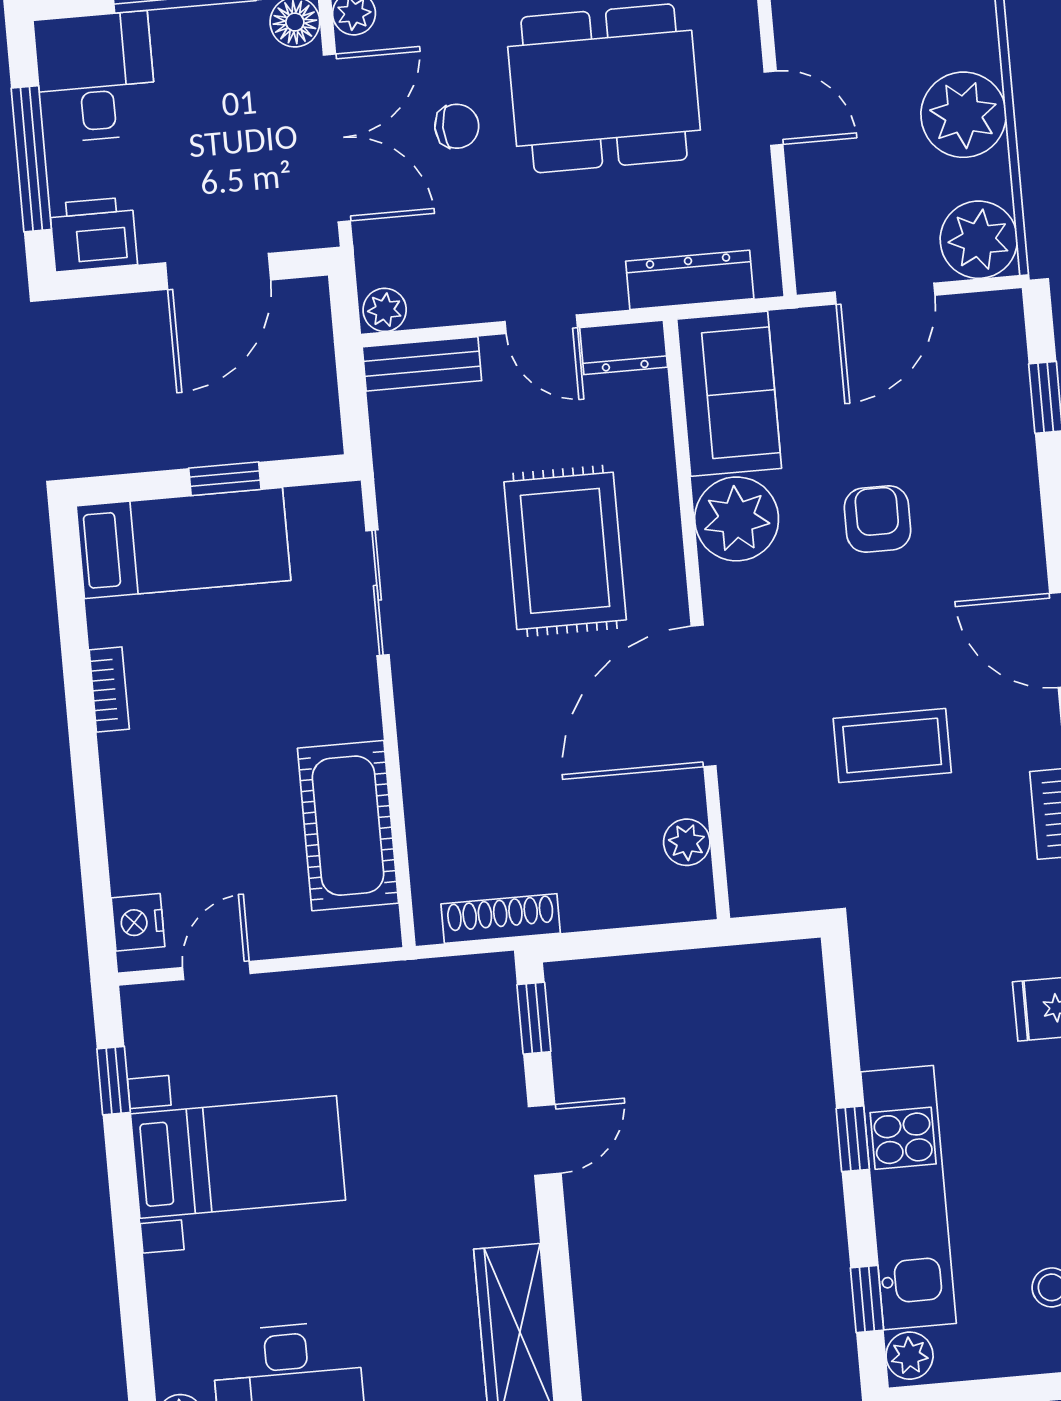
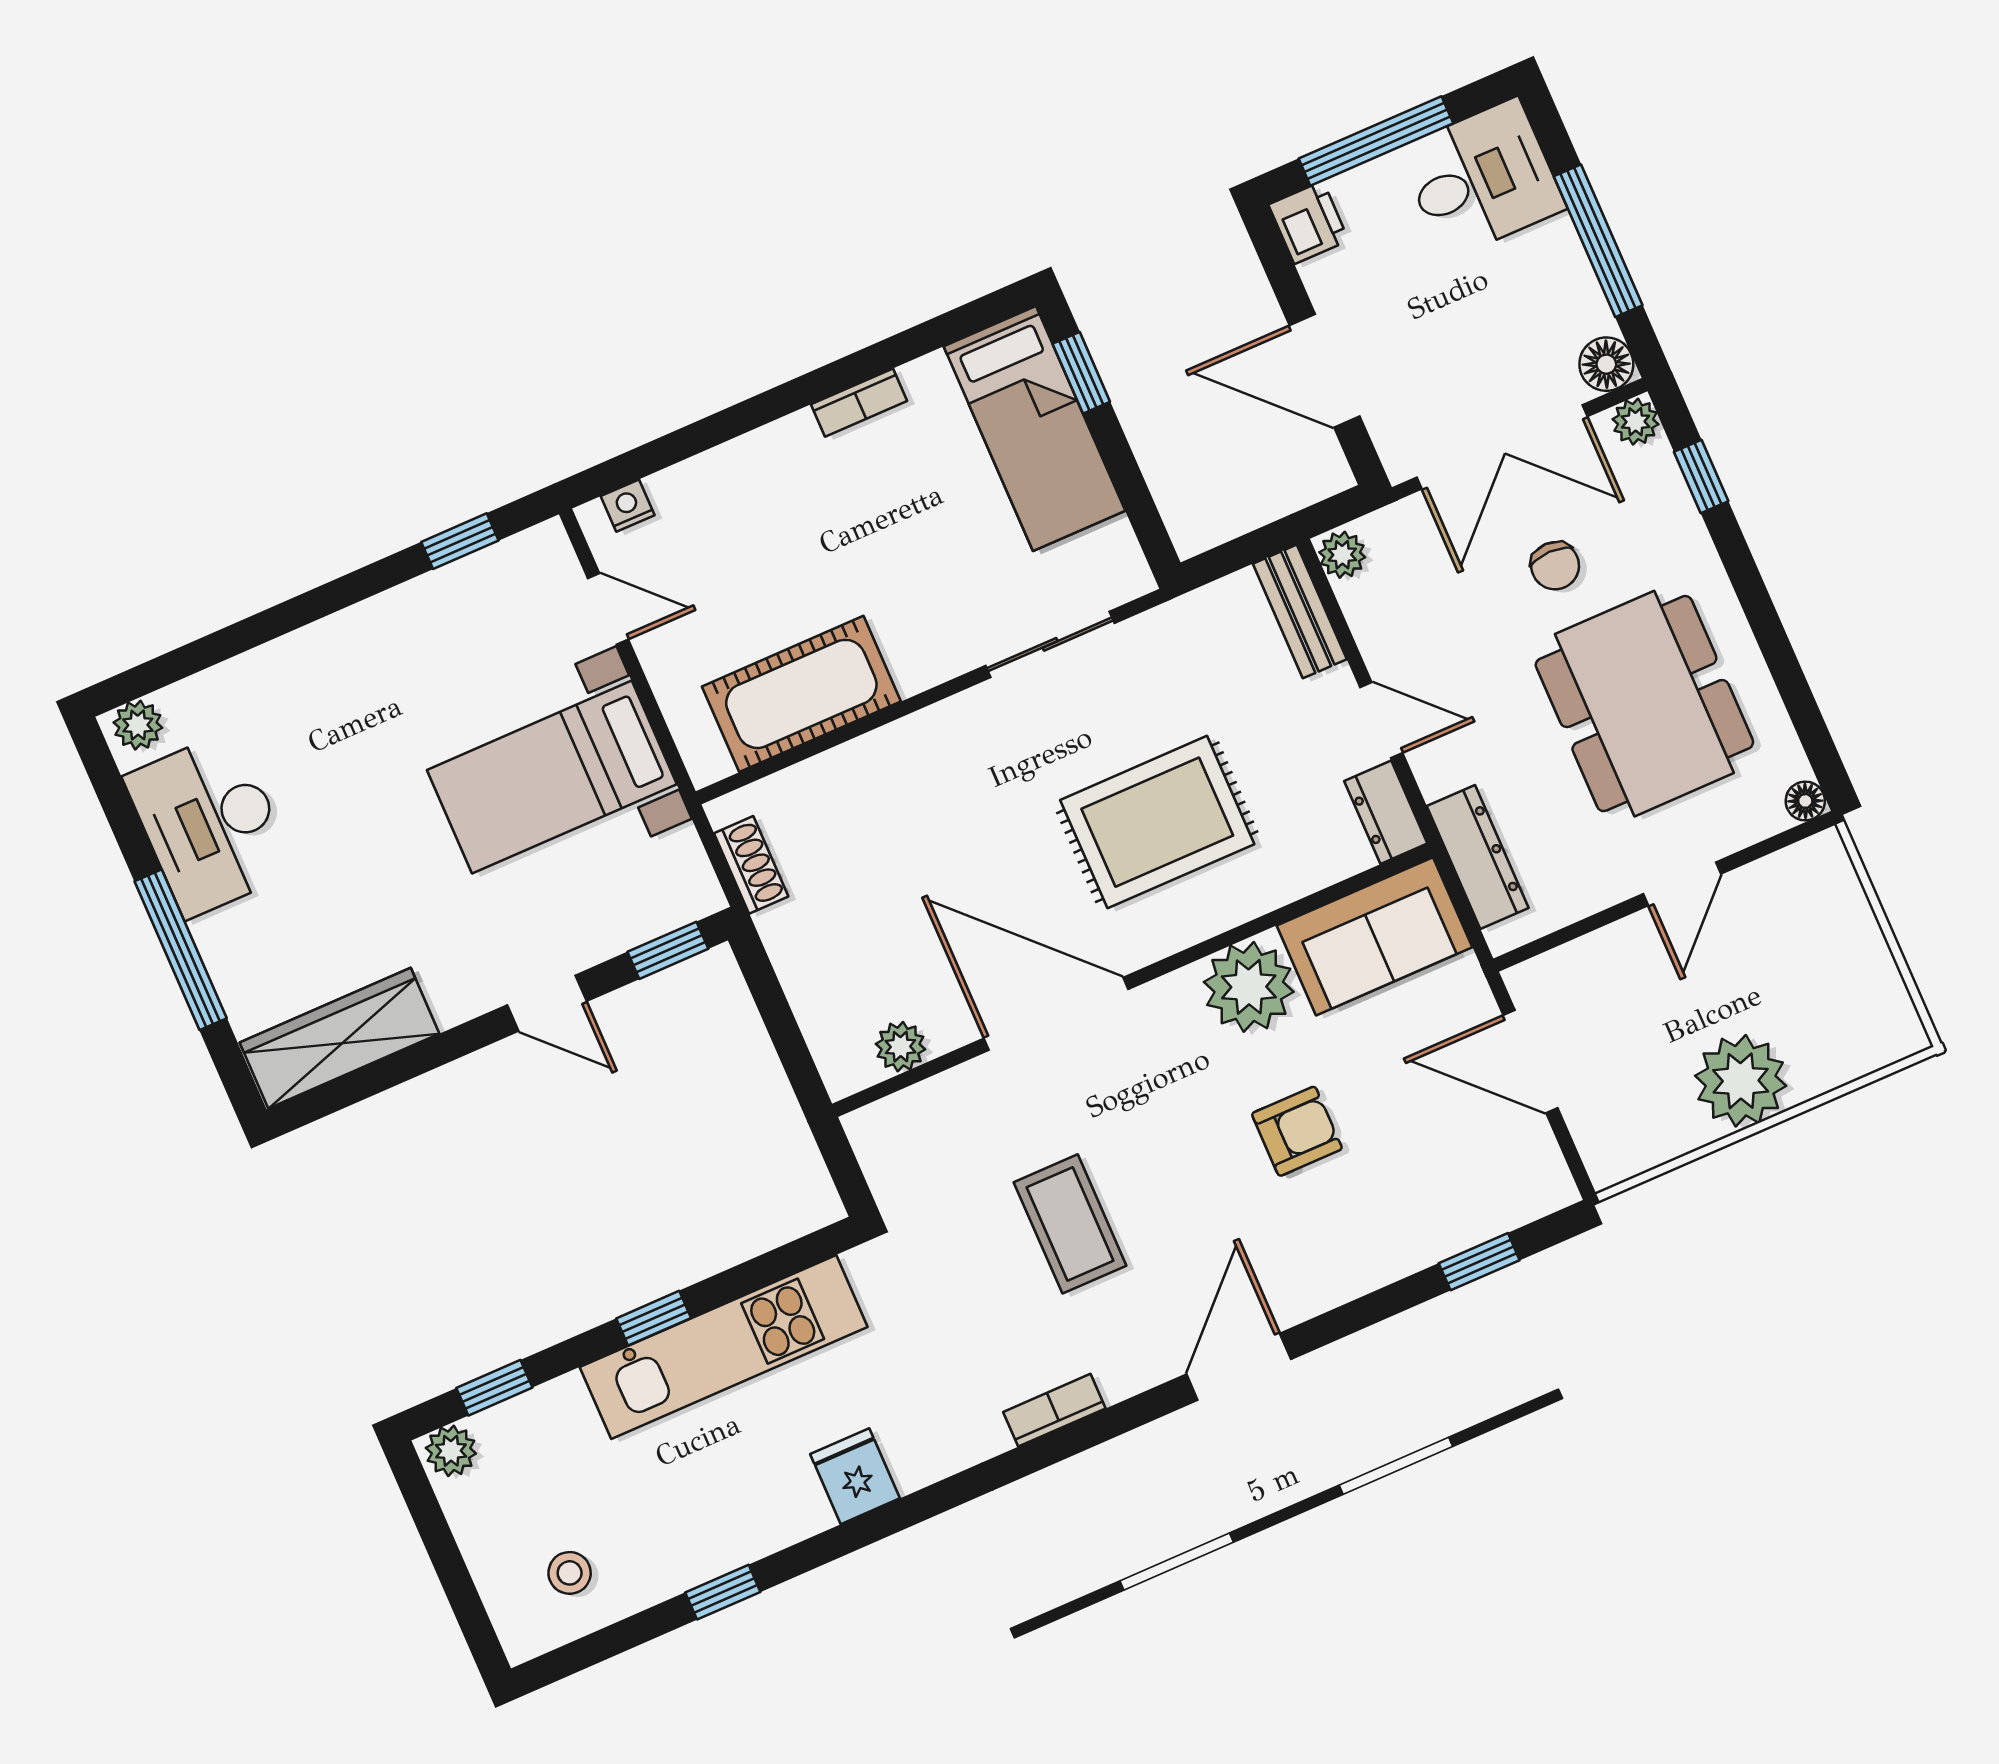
printer: (93, 234) -> (1309, 222), width x0.73, depth x0.81
plant: (979, 240) -> (1618, 1139), removed
door: (541, 324) -> (1381, 720), swing flipped
window: (225, 479) -> (1081, 373), moved
shoe rack: (501, 918) -> (751, 865), width x0.70
nightstand: (138, 922) -> (628, 506), width x0.72, depth x0.74
bed with nightstands: (238, 1157) -> (552, 777), moved, turned 90
kitchen unit: (908, 1198) -> (724, 1347), moved

